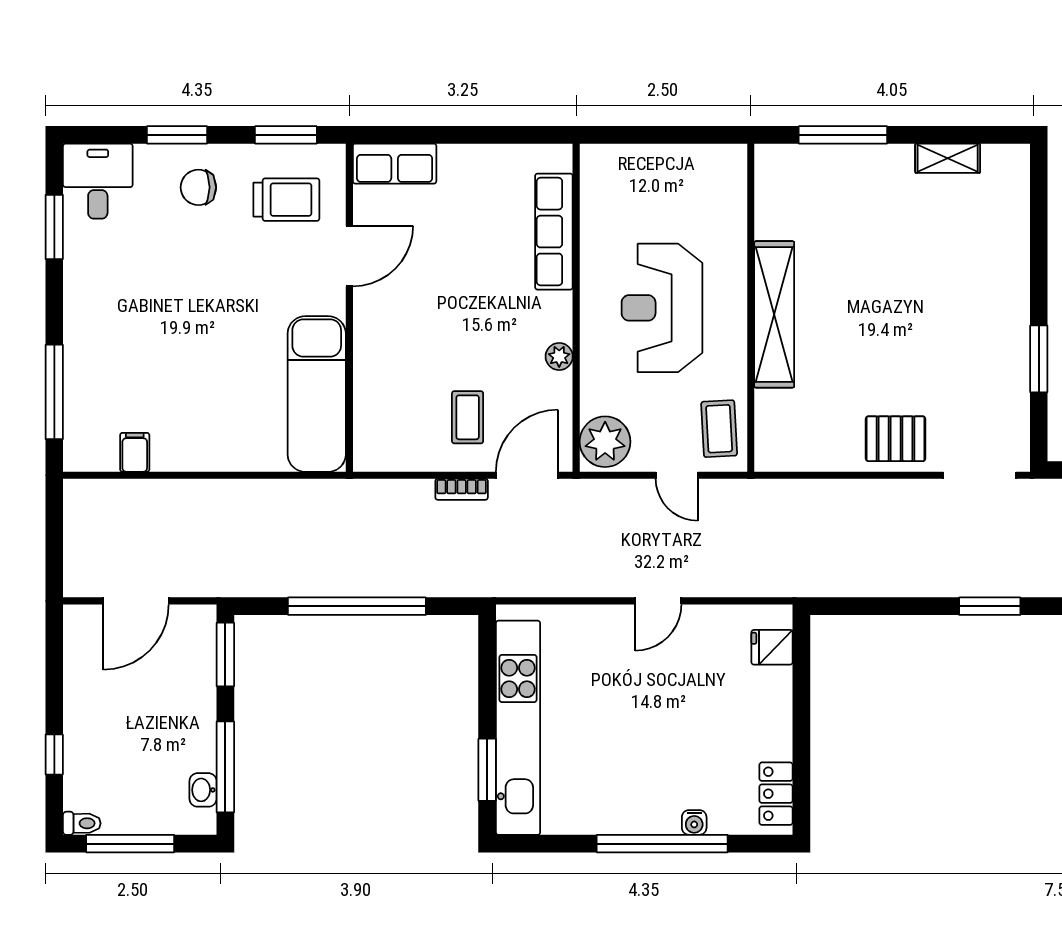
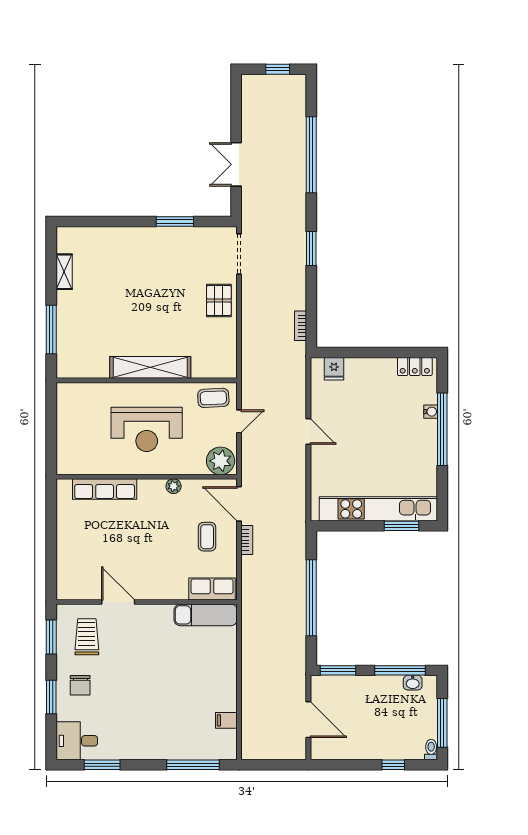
row of seats: (395, 164) -> (212, 589), moved, turned -90
exam couch: (317, 394) -> (206, 615), width x0.73, depth x0.69
coffee table: (468, 417) -> (207, 537), turned 90
bookcase: (850, 587) -> (301, 326), added

